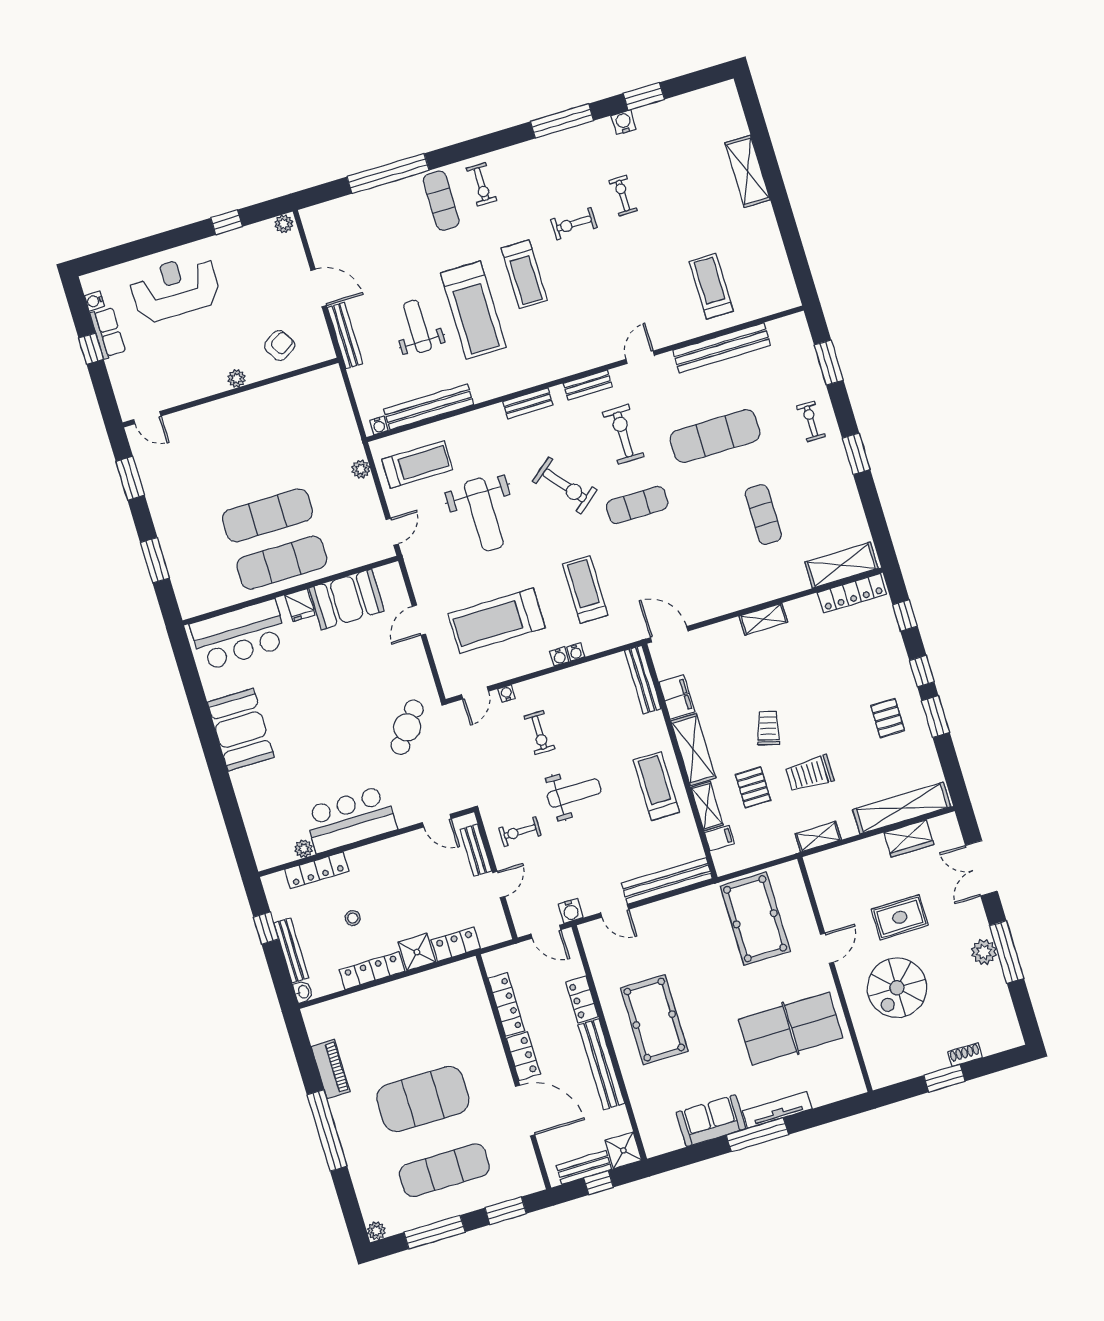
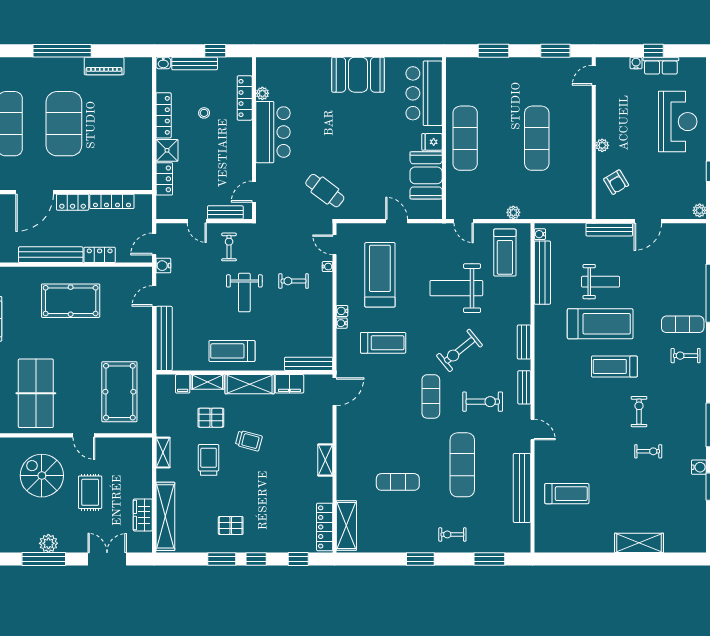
water cooler: (94, 301) -> (636, 63), moved
treadmill: (473, 310) -> (600, 324), turned 180
exercise bike: (811, 421) -> (452, 534), turned 180
exercise mat: (268, 515) -> (537, 138), moved
treadmill: (656, 786) -> (232, 351), turned 180
pool table: (755, 919) -> (119, 392), turned 90

